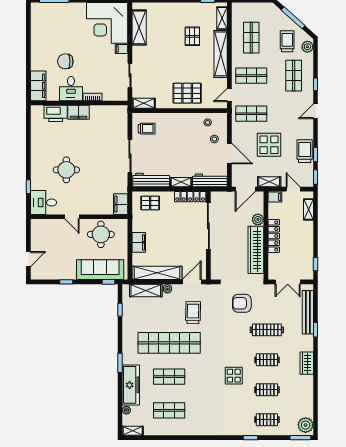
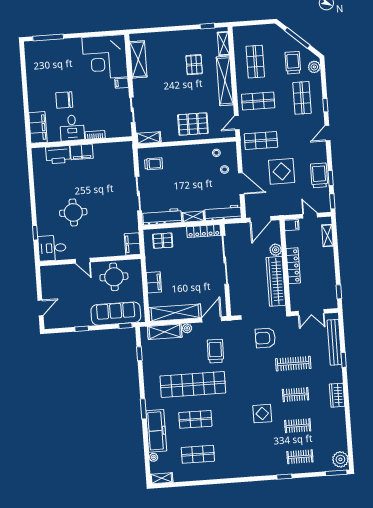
shelving: (269, 182) -> (284, 210), removed

